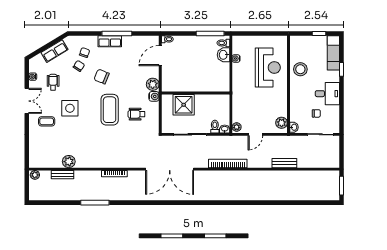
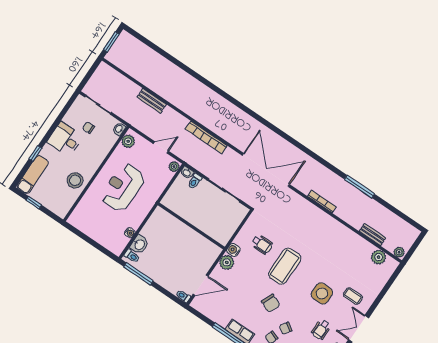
reception desk: (268, 68) -> (123, 187), moved
shower: (184, 105) -> (210, 223), removed
plant: (69, 162) -> (379, 257), moved

